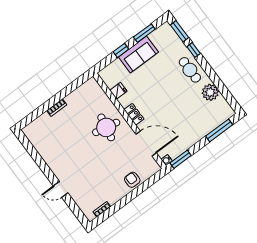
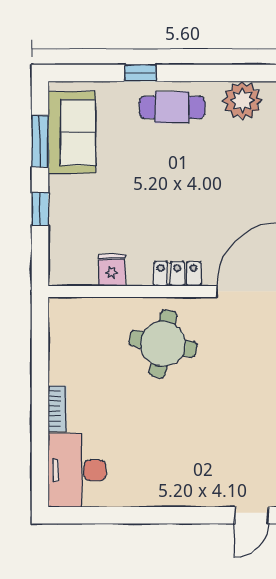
window: (180, 31) -> (86, 73), removed
sofa: (138, 54) -> (72, 132), moved
desk: (41, 130) -> (77, 470), added
door: (61, 189) -> (251, 515), moved

